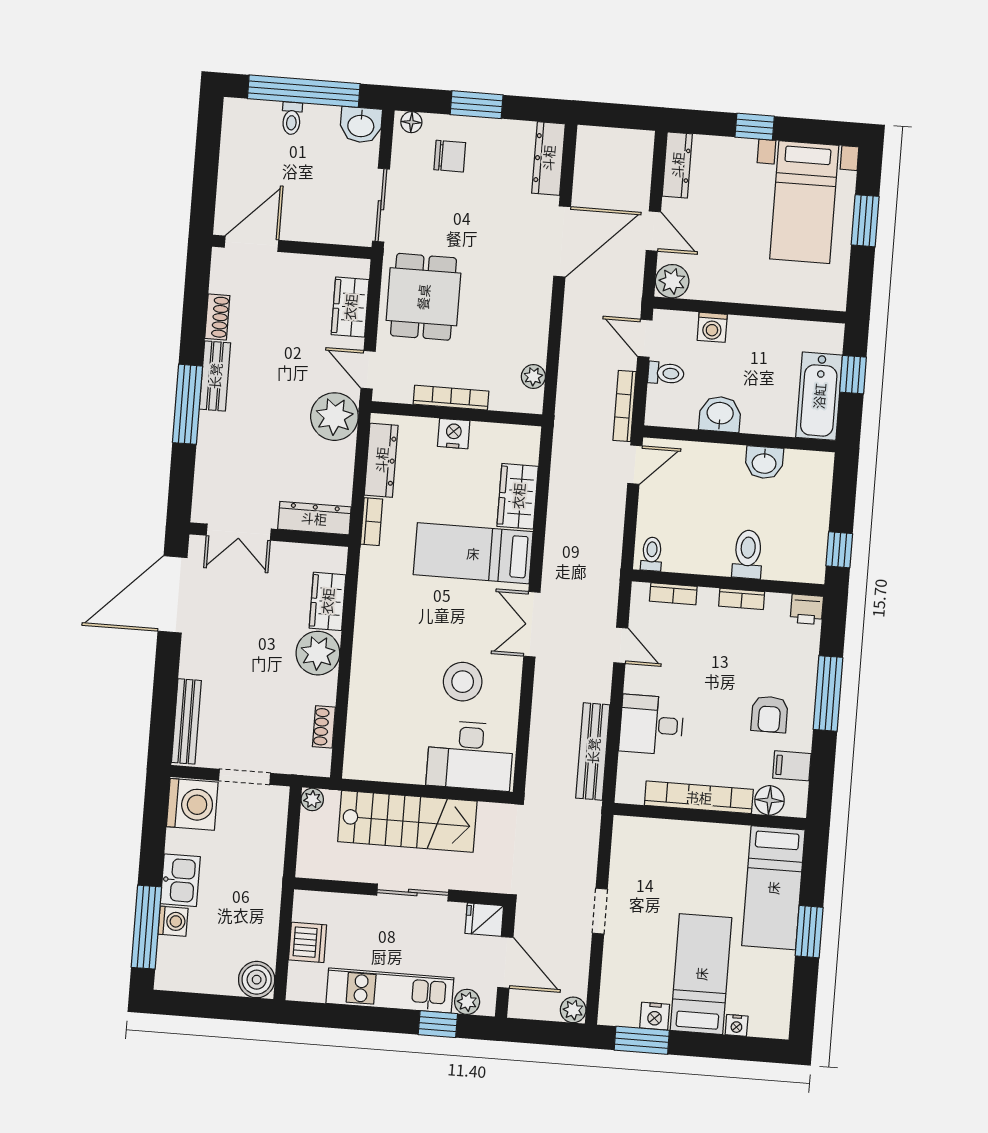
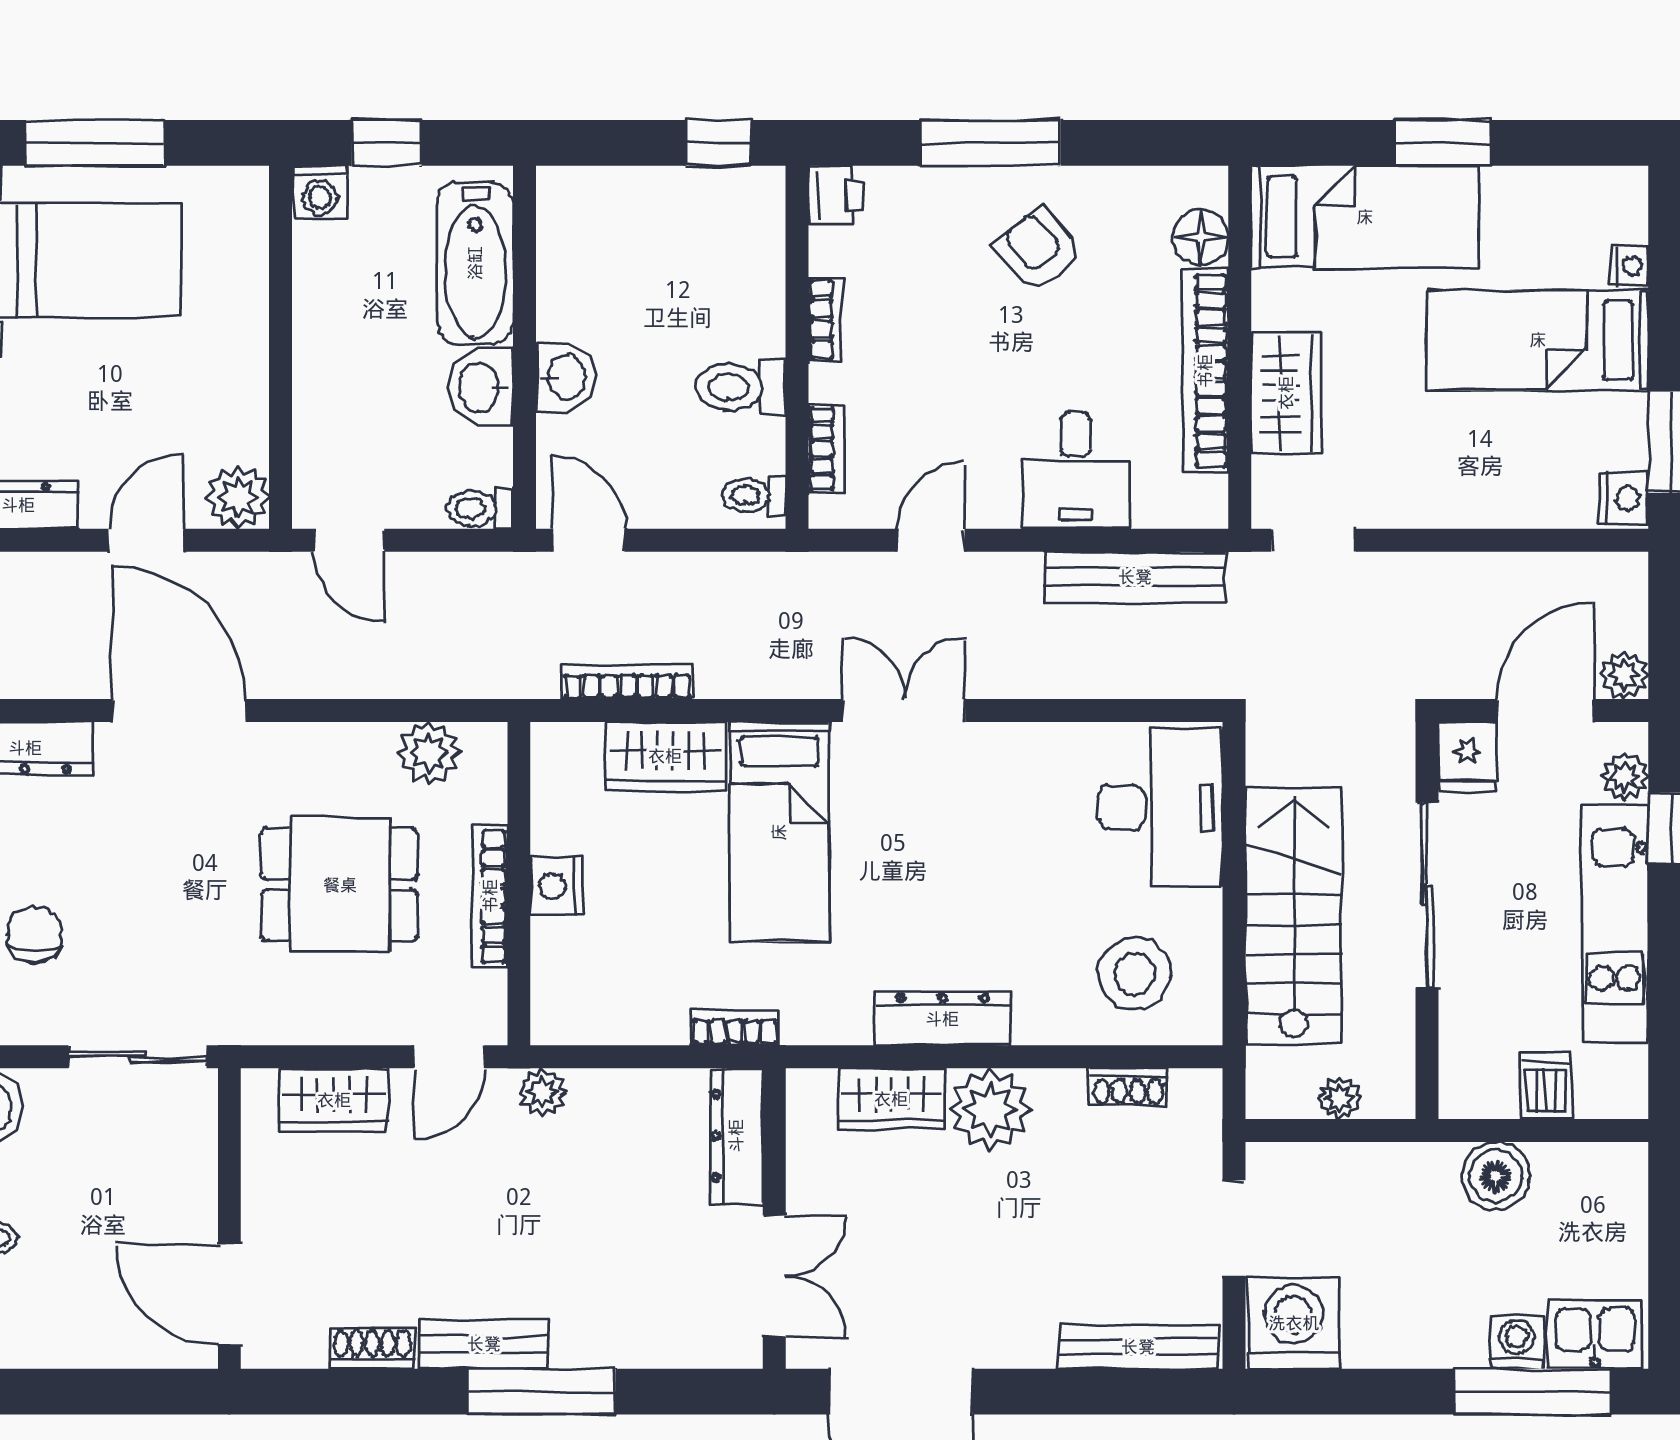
window: (865, 221) -> (95, 143), width x1.44
dining table: (423, 297) -> (340, 885), moved
washing machine: (712, 327) -> (320, 192), moved, turned 90
door: (645, 338) -> (349, 540), hinge flipped
toilet: (666, 373) -> (480, 508), moved, turned -90
plant: (533, 377) -> (429, 753), width x1.38, depth x1.38
bathtub: (819, 396) -> (475, 263), moved, turned 90
bookcase: (625, 406) -> (627, 682), moved, turned 180
plant: (334, 417) -> (542, 1092), width x0.53, depth x0.53
dresser: (381, 460) -> (942, 1019), moved
washbasin: (764, 463) -> (565, 377), moved
toilet: (748, 554) -> (740, 387), moved
double door: (532, 624) -> (904, 710), swing flipped
stool: (463, 682) -> (1135, 974), moved
armchair: (770, 714) -> (1038, 250), turned -130
filing cabinet: (792, 766) -> (1132, 200), removed
plant: (312, 799) -> (1339, 1098), moved
wardrobe: (684, 839) -> (1286, 393), added
kitchen sink: (180, 880) -> (1595, 1335), moved
sliding door: (413, 893) -> (1427, 895), width x1.37
doorway: (600, 911) -> (1314, 540), moved
dishwasher: (308, 942) -> (1546, 1086), width x0.73
boiler: (257, 980) -> (1496, 1176), moved
plant: (573, 1010) -> (1624, 675), moved
nightstand: (655, 1016) -> (1624, 498), moved

